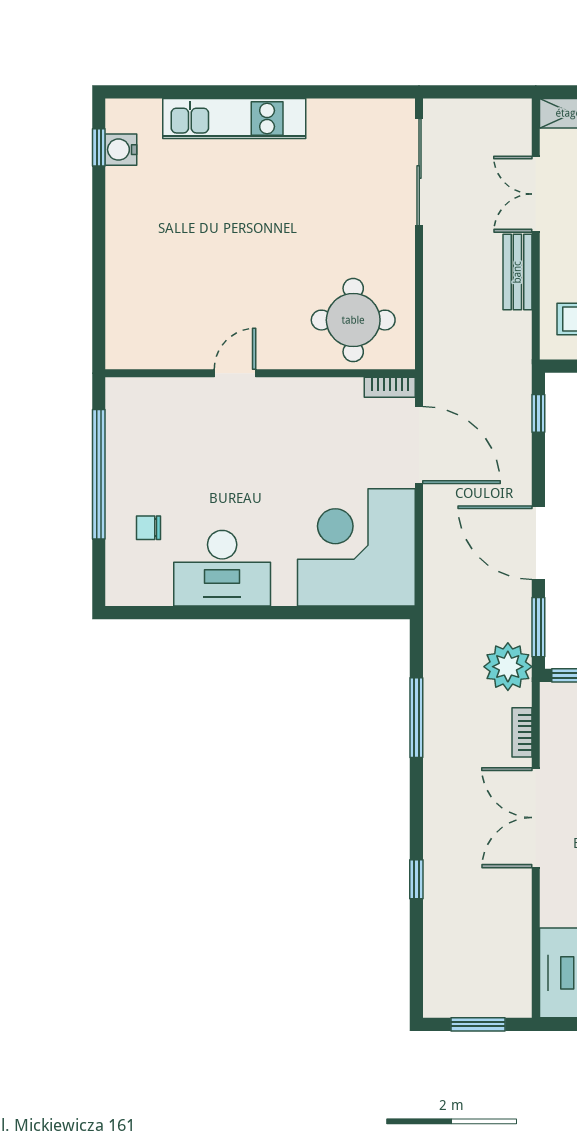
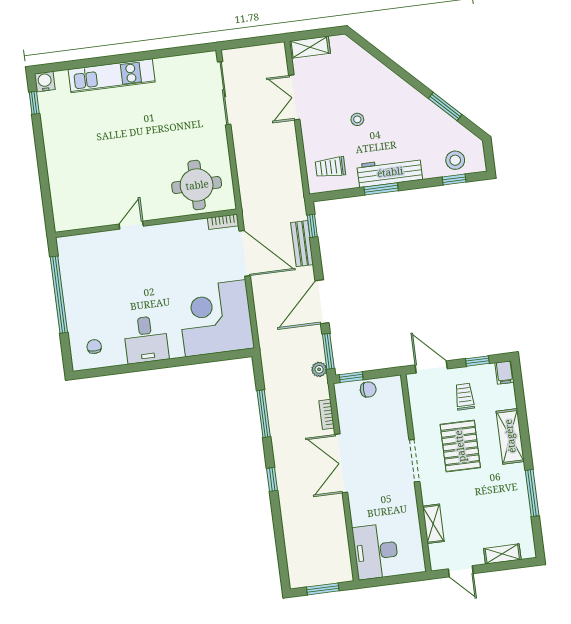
water cooler: (121, 150) -> (45, 82), moved, turned 90
bench: (517, 272) -> (302, 244), moved
chair: (149, 528) -> (94, 347), moved, turned 90
door: (538, 543) -> (322, 302), hinge flipped
desk: (222, 568) -> (146, 339), width x0.73
plant: (508, 667) -> (319, 369), width x0.53, depth x0.53
window: (416, 879) -> (272, 479), moved

